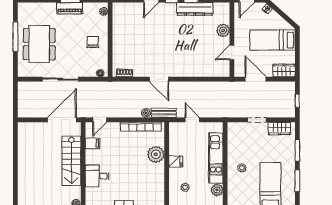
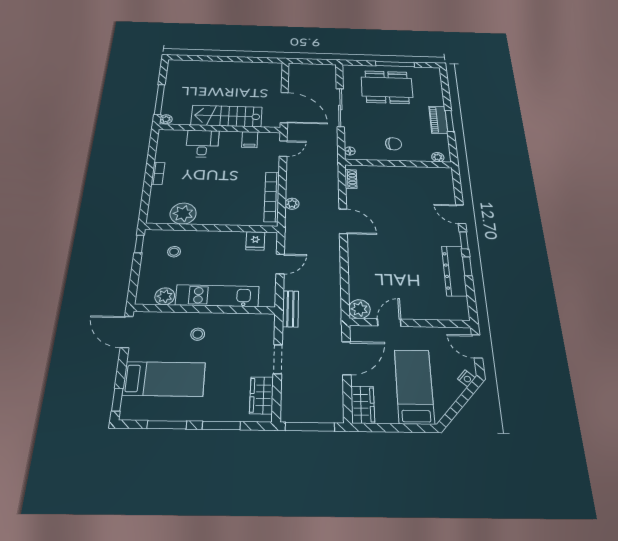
plant: (223, 30) -> (359, 309), moved
door: (232, 52) -> (389, 323), hinge flipped
door: (159, 79) -> (343, 221), swing flipped
window: (297, 101) -> (310, 427), width x2.17
bench: (164, 113) -> (290, 309), moved
door: (100, 120) -> (283, 149), swing flipped
plant: (156, 154) -> (183, 214), moved
fridge: (176, 161) -> (255, 241), moved

